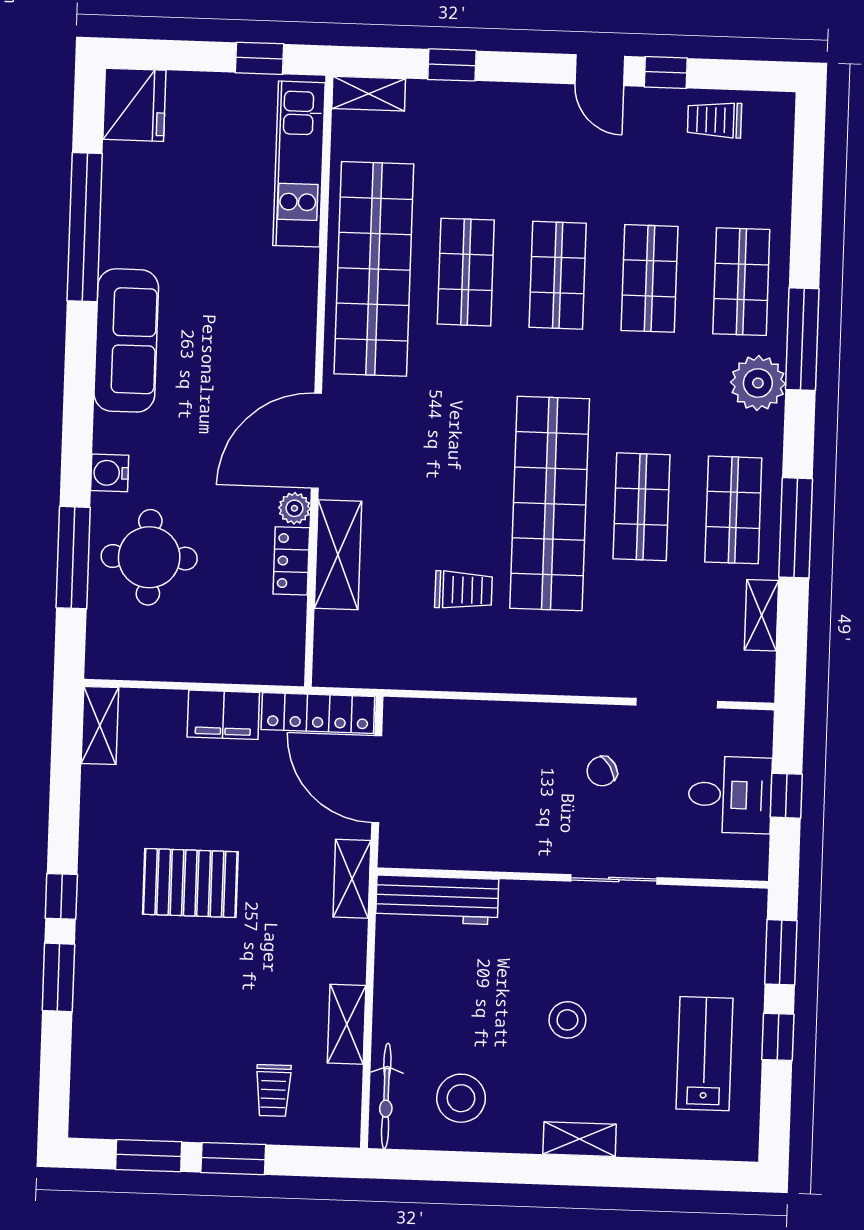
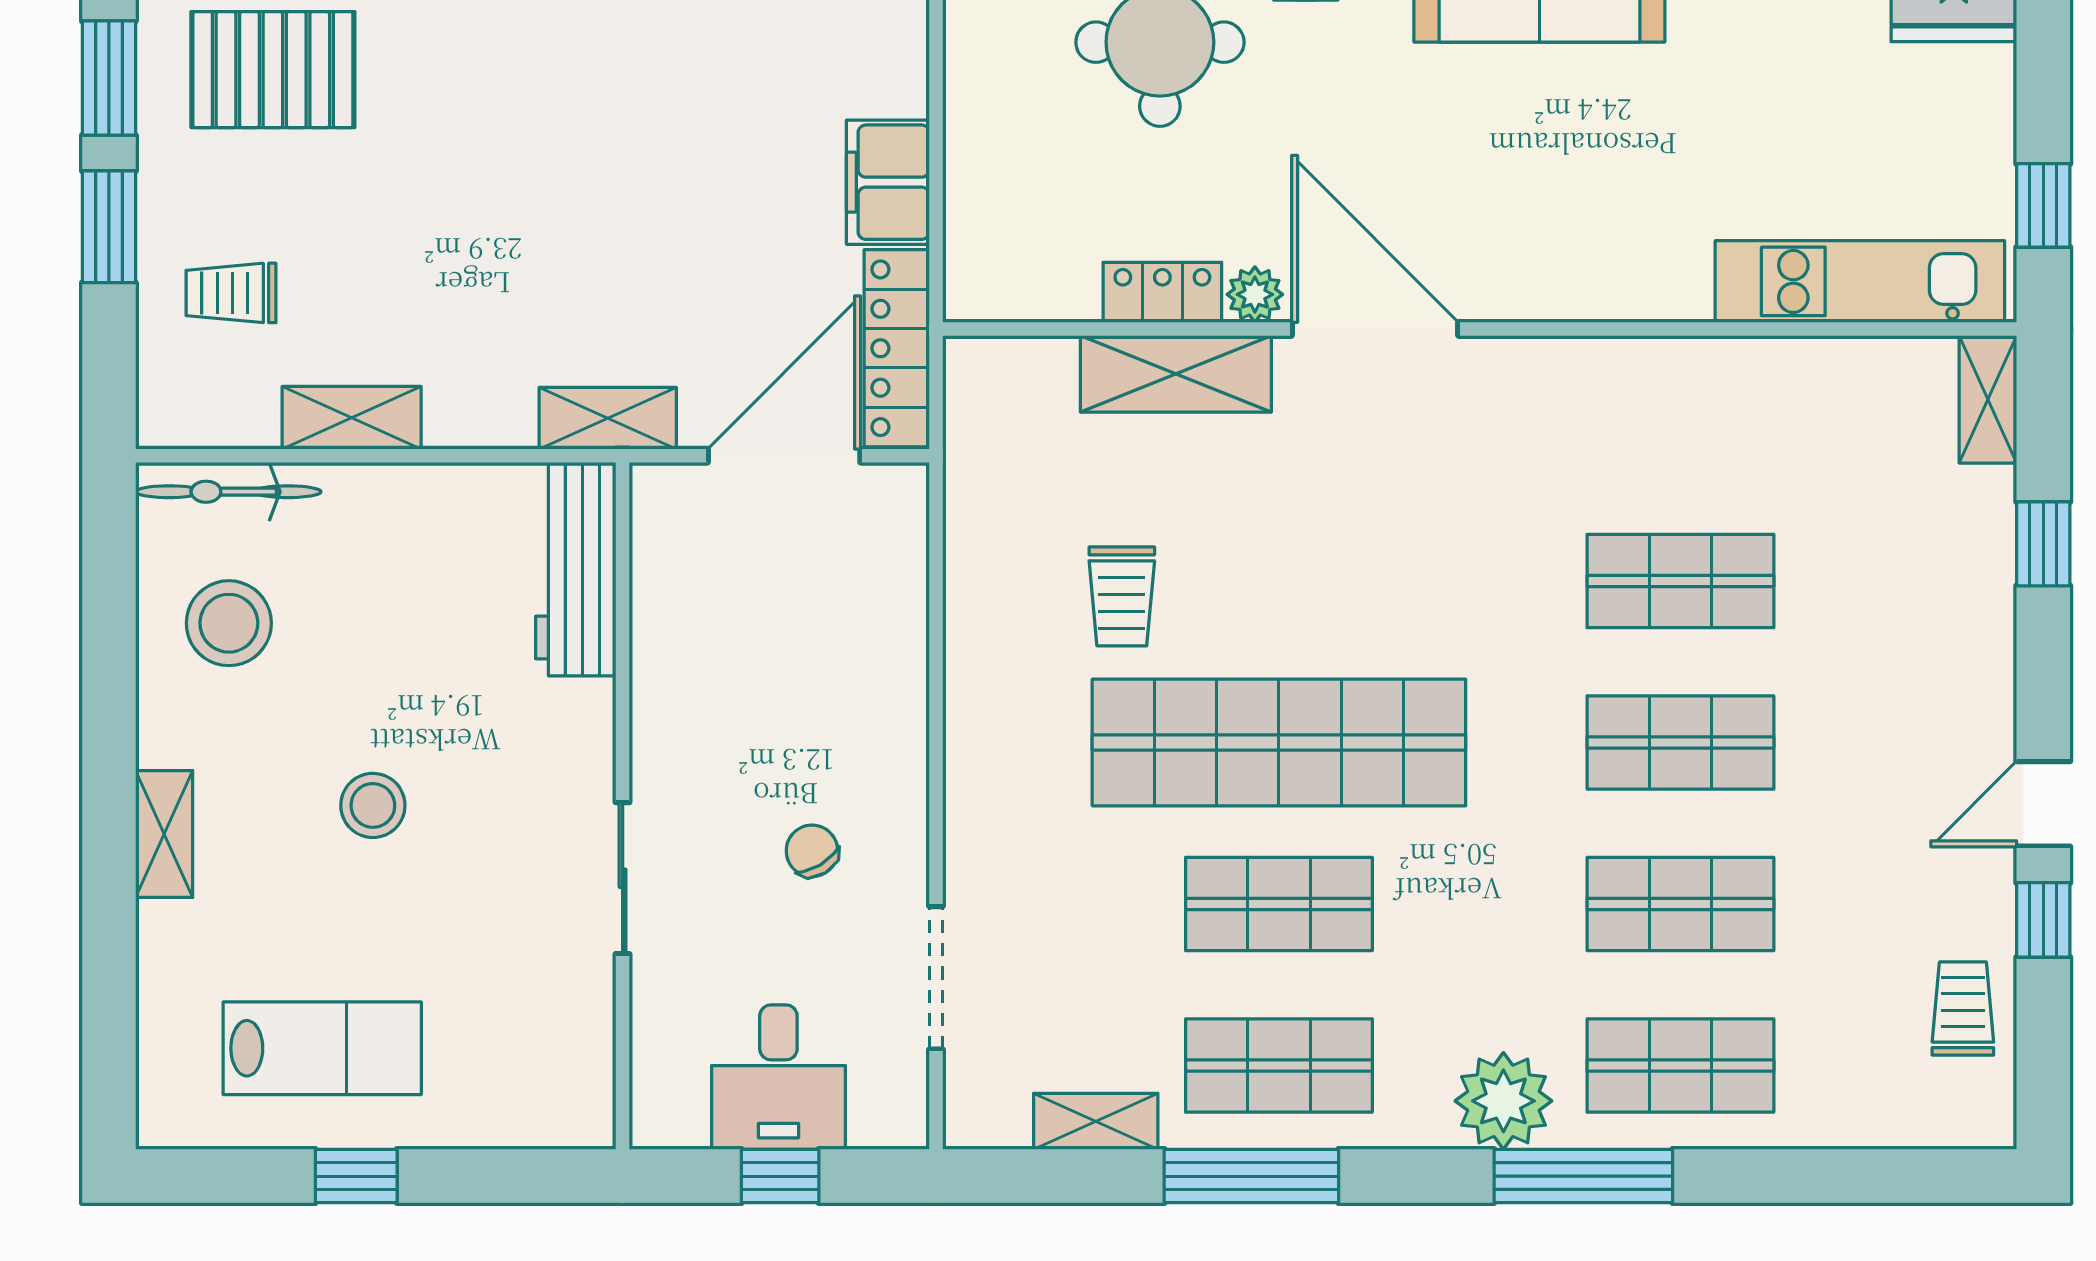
shop shelf: (374, 269) -> (1680, 419), removed
pallet: (190, 883) -> (273, 70), moved, turned 90
window: (781, 952) -> (505, 1176), removed

